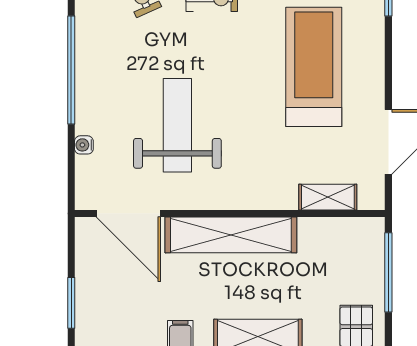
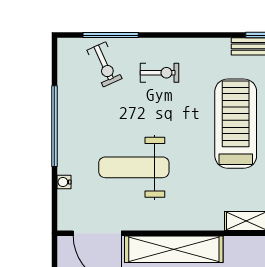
weight bench: (177, 125) -> (134, 167), turned -90

